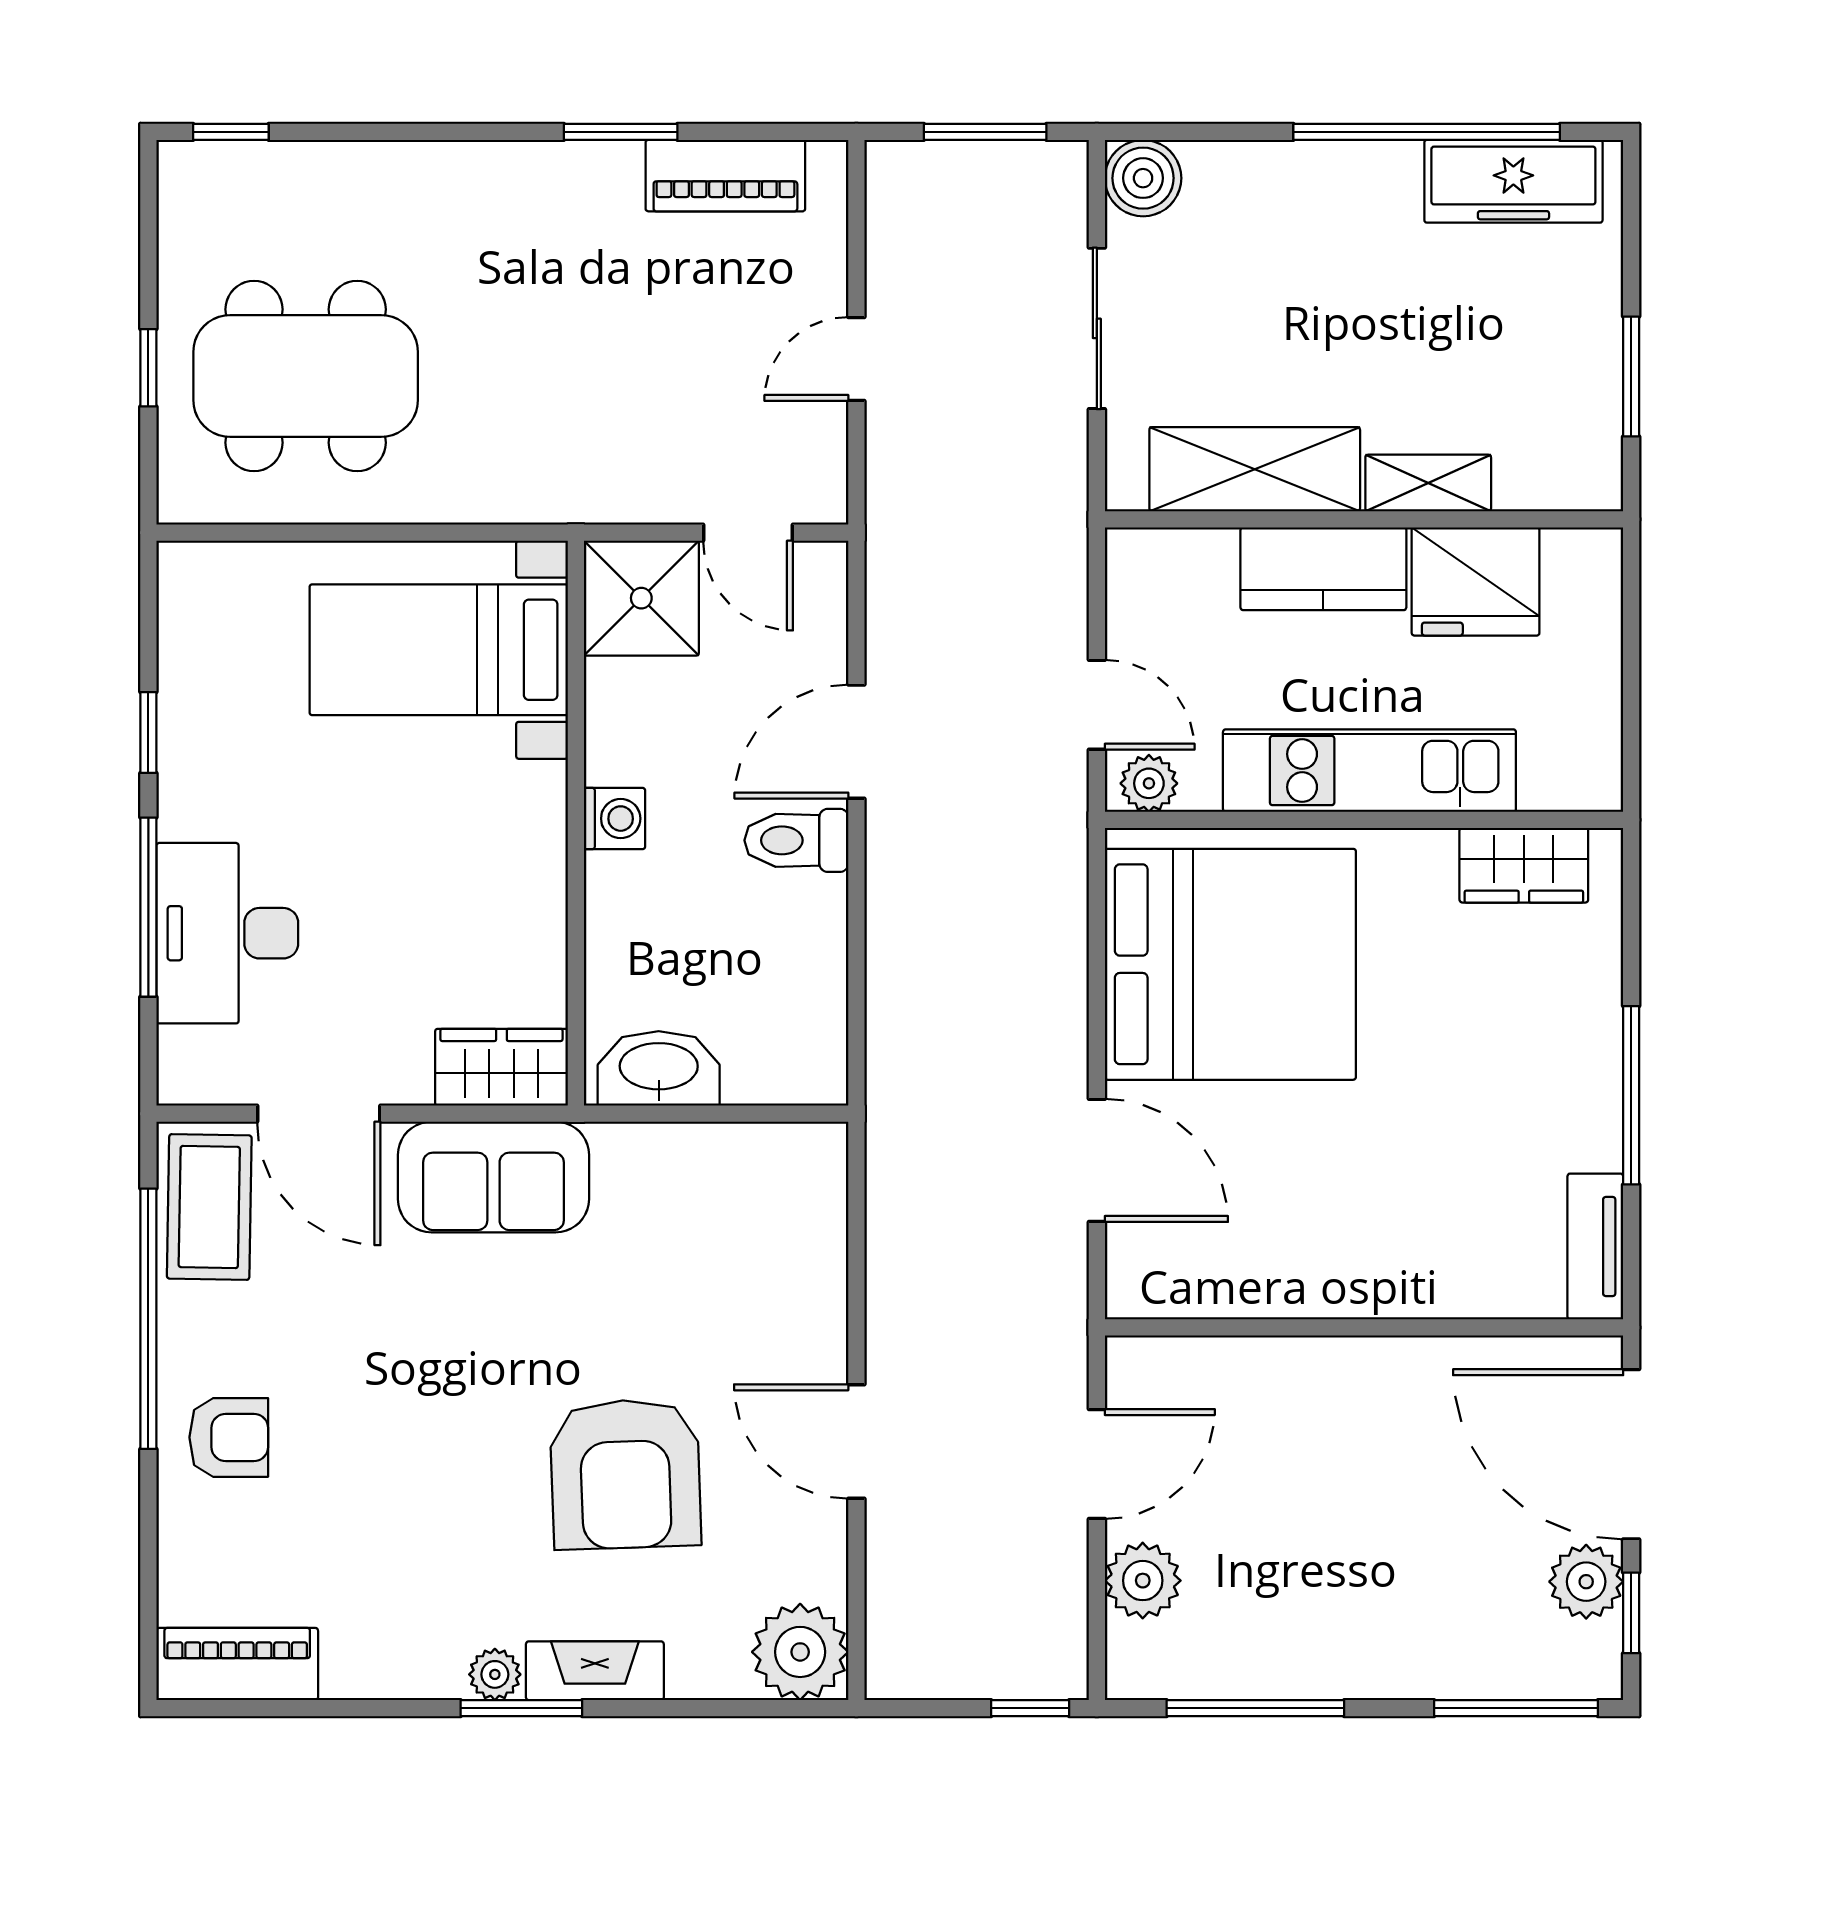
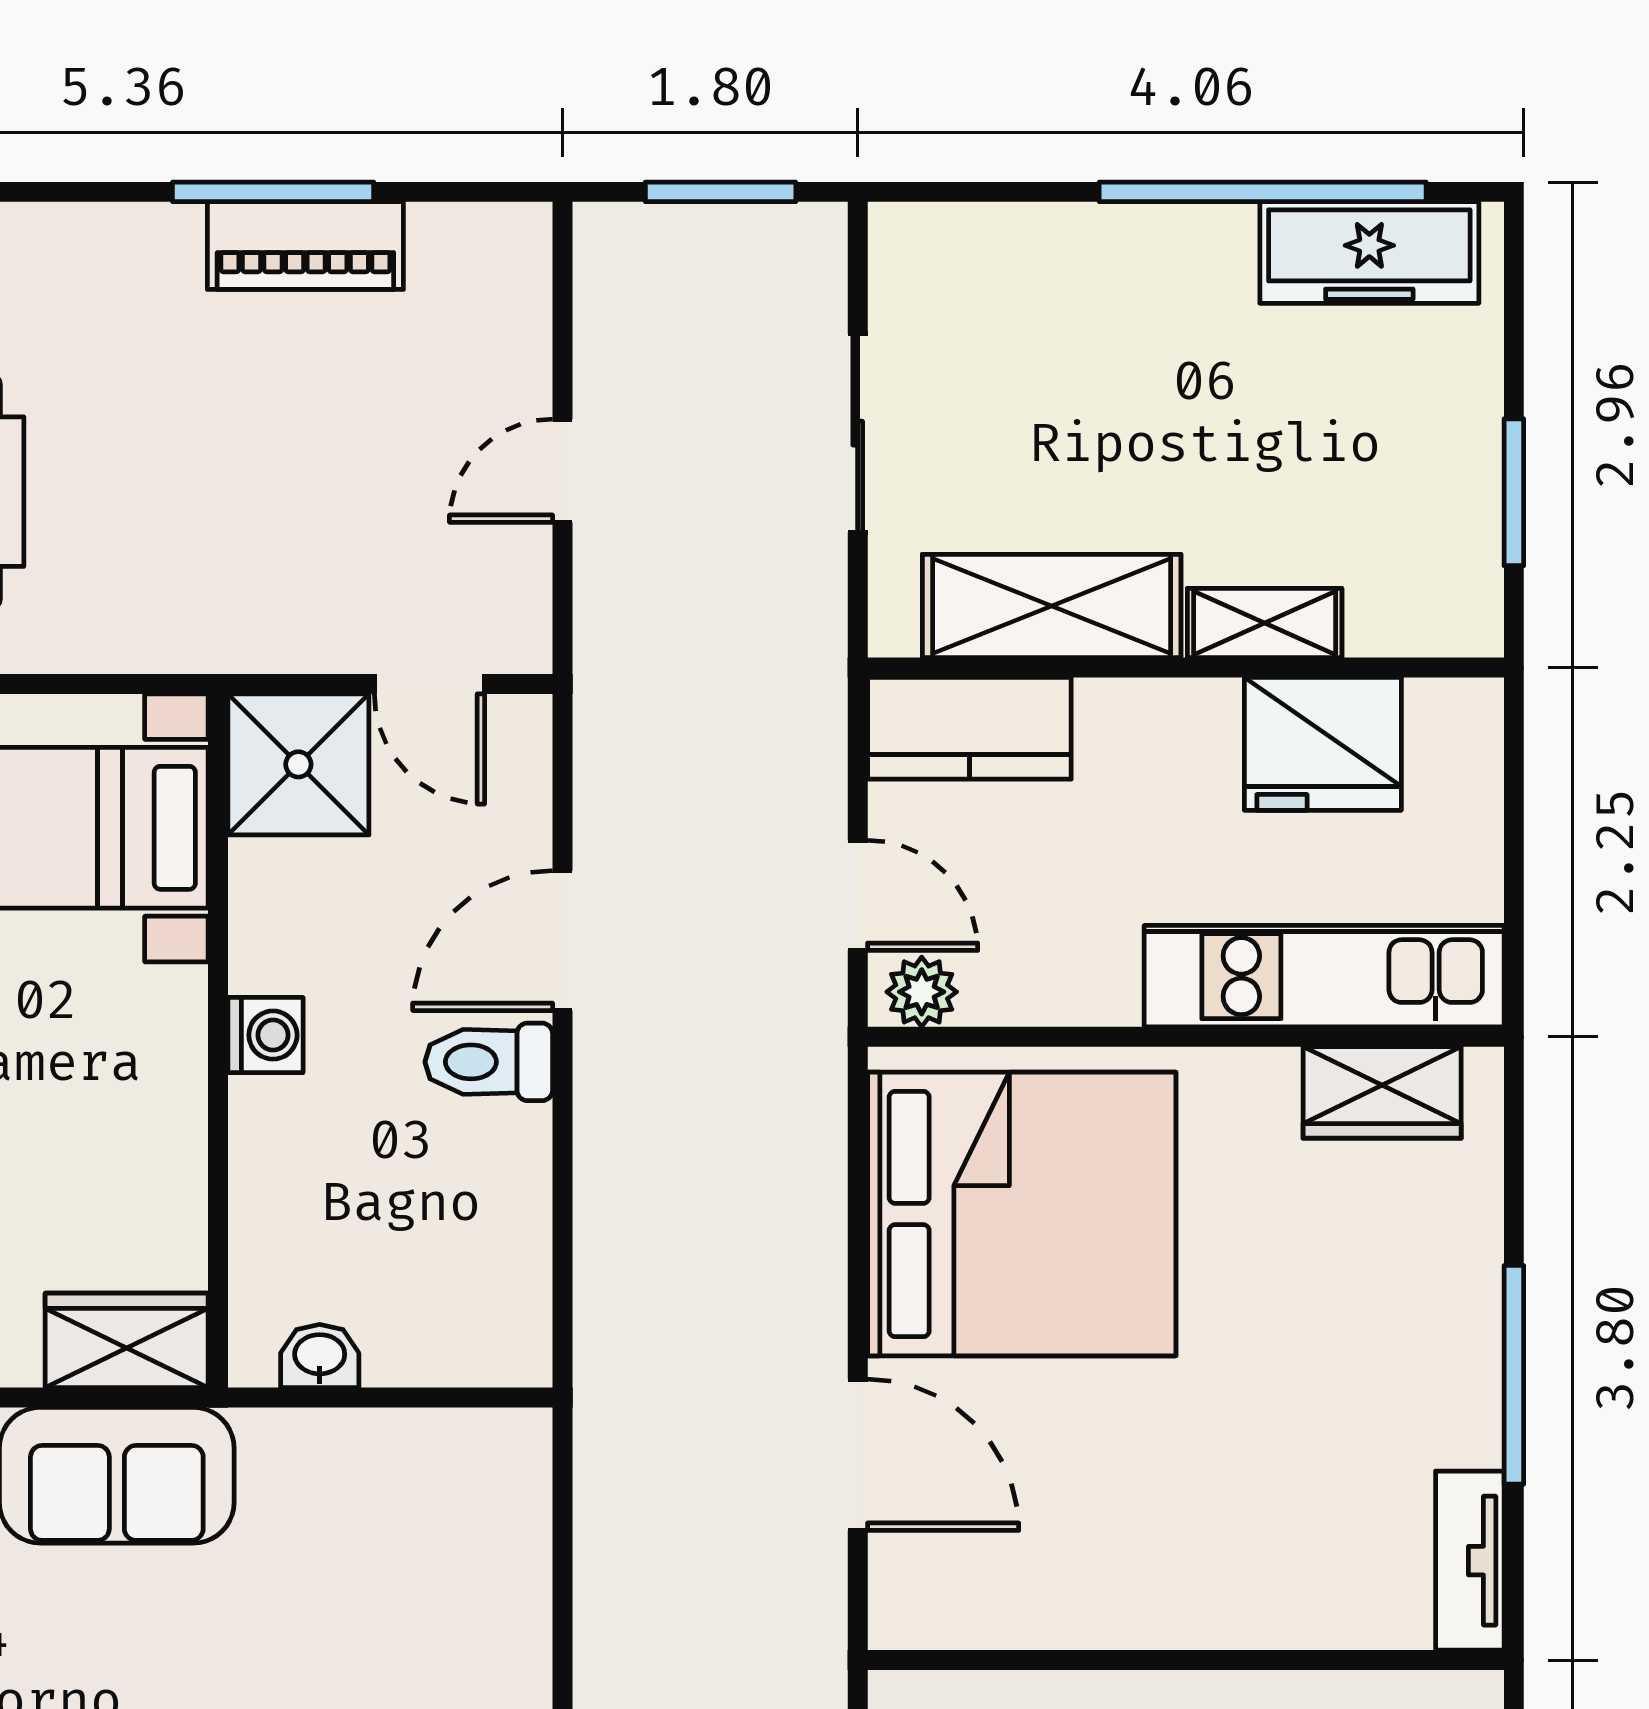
window: (621, 132) -> (273, 192), width x1.44
piano: (725, 176) -> (305, 246), moved
boiler: (1143, 178) -> (914, 249), removed
kitchen counter: (1323, 569) -> (969, 728), moved
kitchen unit: (1369, 771) -> (1324, 976), moved
washbasin: (659, 1068) -> (320, 1356), width x0.52, depth x0.69

